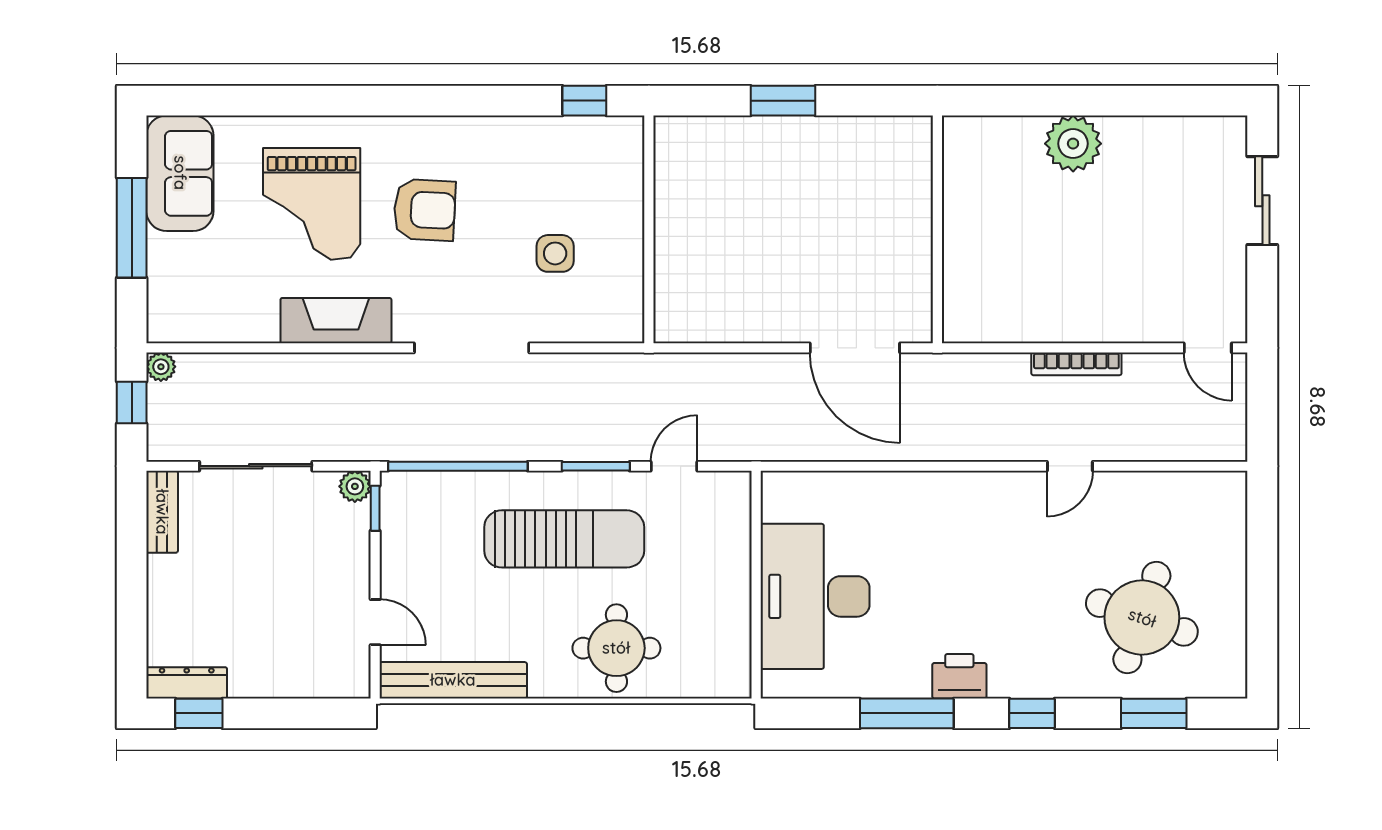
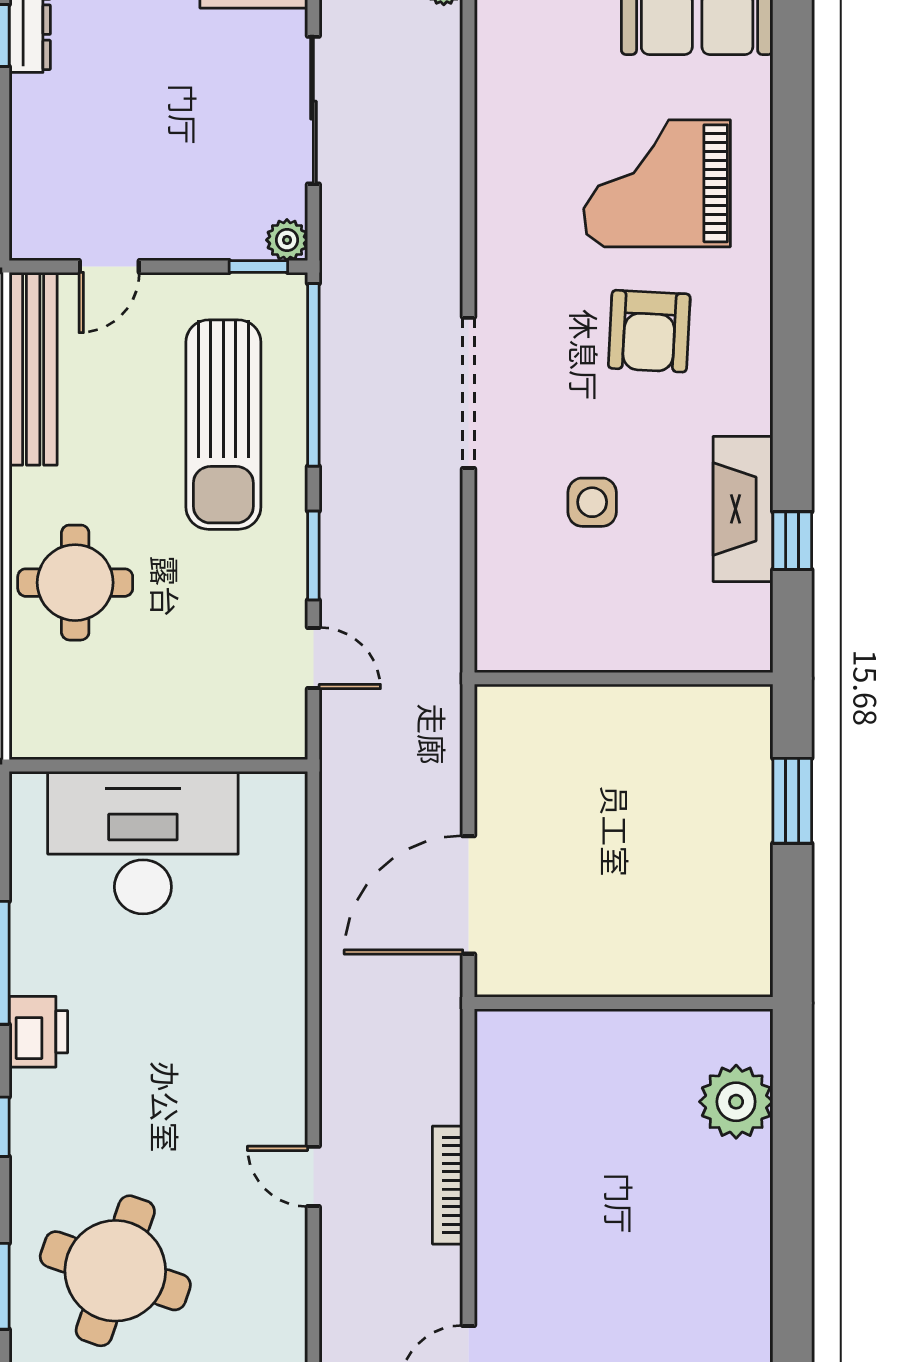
plant: (1073, 144) -> (736, 1102), moved
wall: (649, 229) -> (624, 678), moved
fireplace: (336, 321) -> (743, 509), moved, turned 180
sun lounger: (564, 539) -> (223, 425), moved

